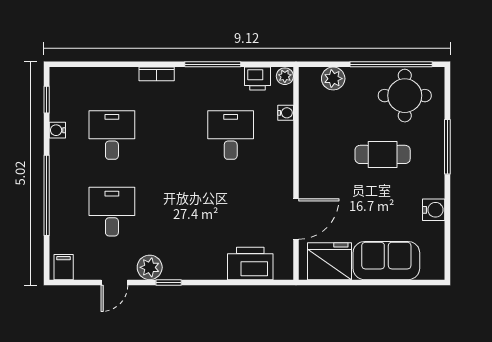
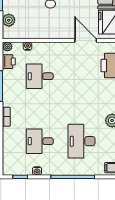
desk: (112, 212) -> (82, 141), width x1.37

